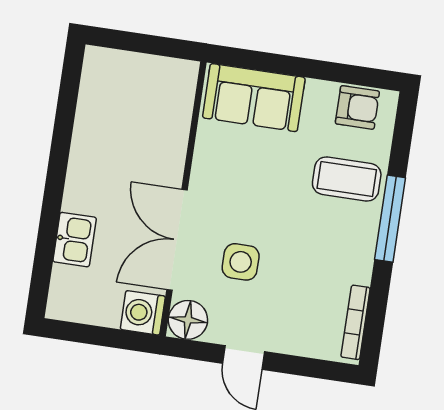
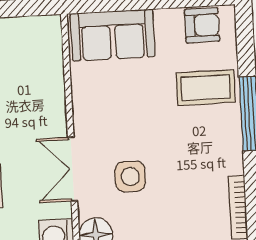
double door: (177, 240) -> (73, 169), width x0.73

